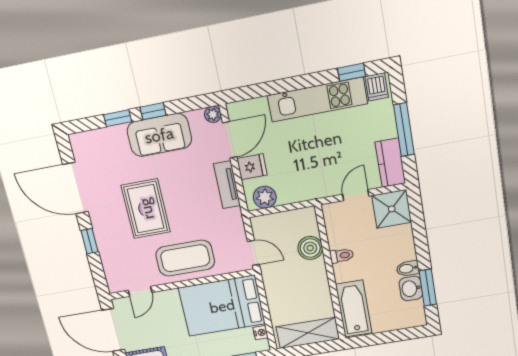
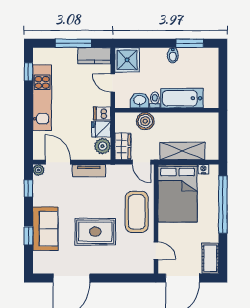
dishwasher: (377, 87) -> (102, 114), moved, turned 180
window: (153, 111) -> (28, 188), moved
sofa: (159, 135) -> (45, 229), moved
fridge: (252, 167) -> (101, 129), moved, turned -90
wardrobe: (270, 224) -> (123, 146), added
window: (90, 241) -> (112, 278), removed
door: (253, 253) -> (141, 162), swing flipped
washbasin: (411, 288) -> (140, 100), moved, turned 180
bathtub: (354, 309) -> (182, 98), moved
shelving: (308, 333) -> (182, 151), moved, turned 90

